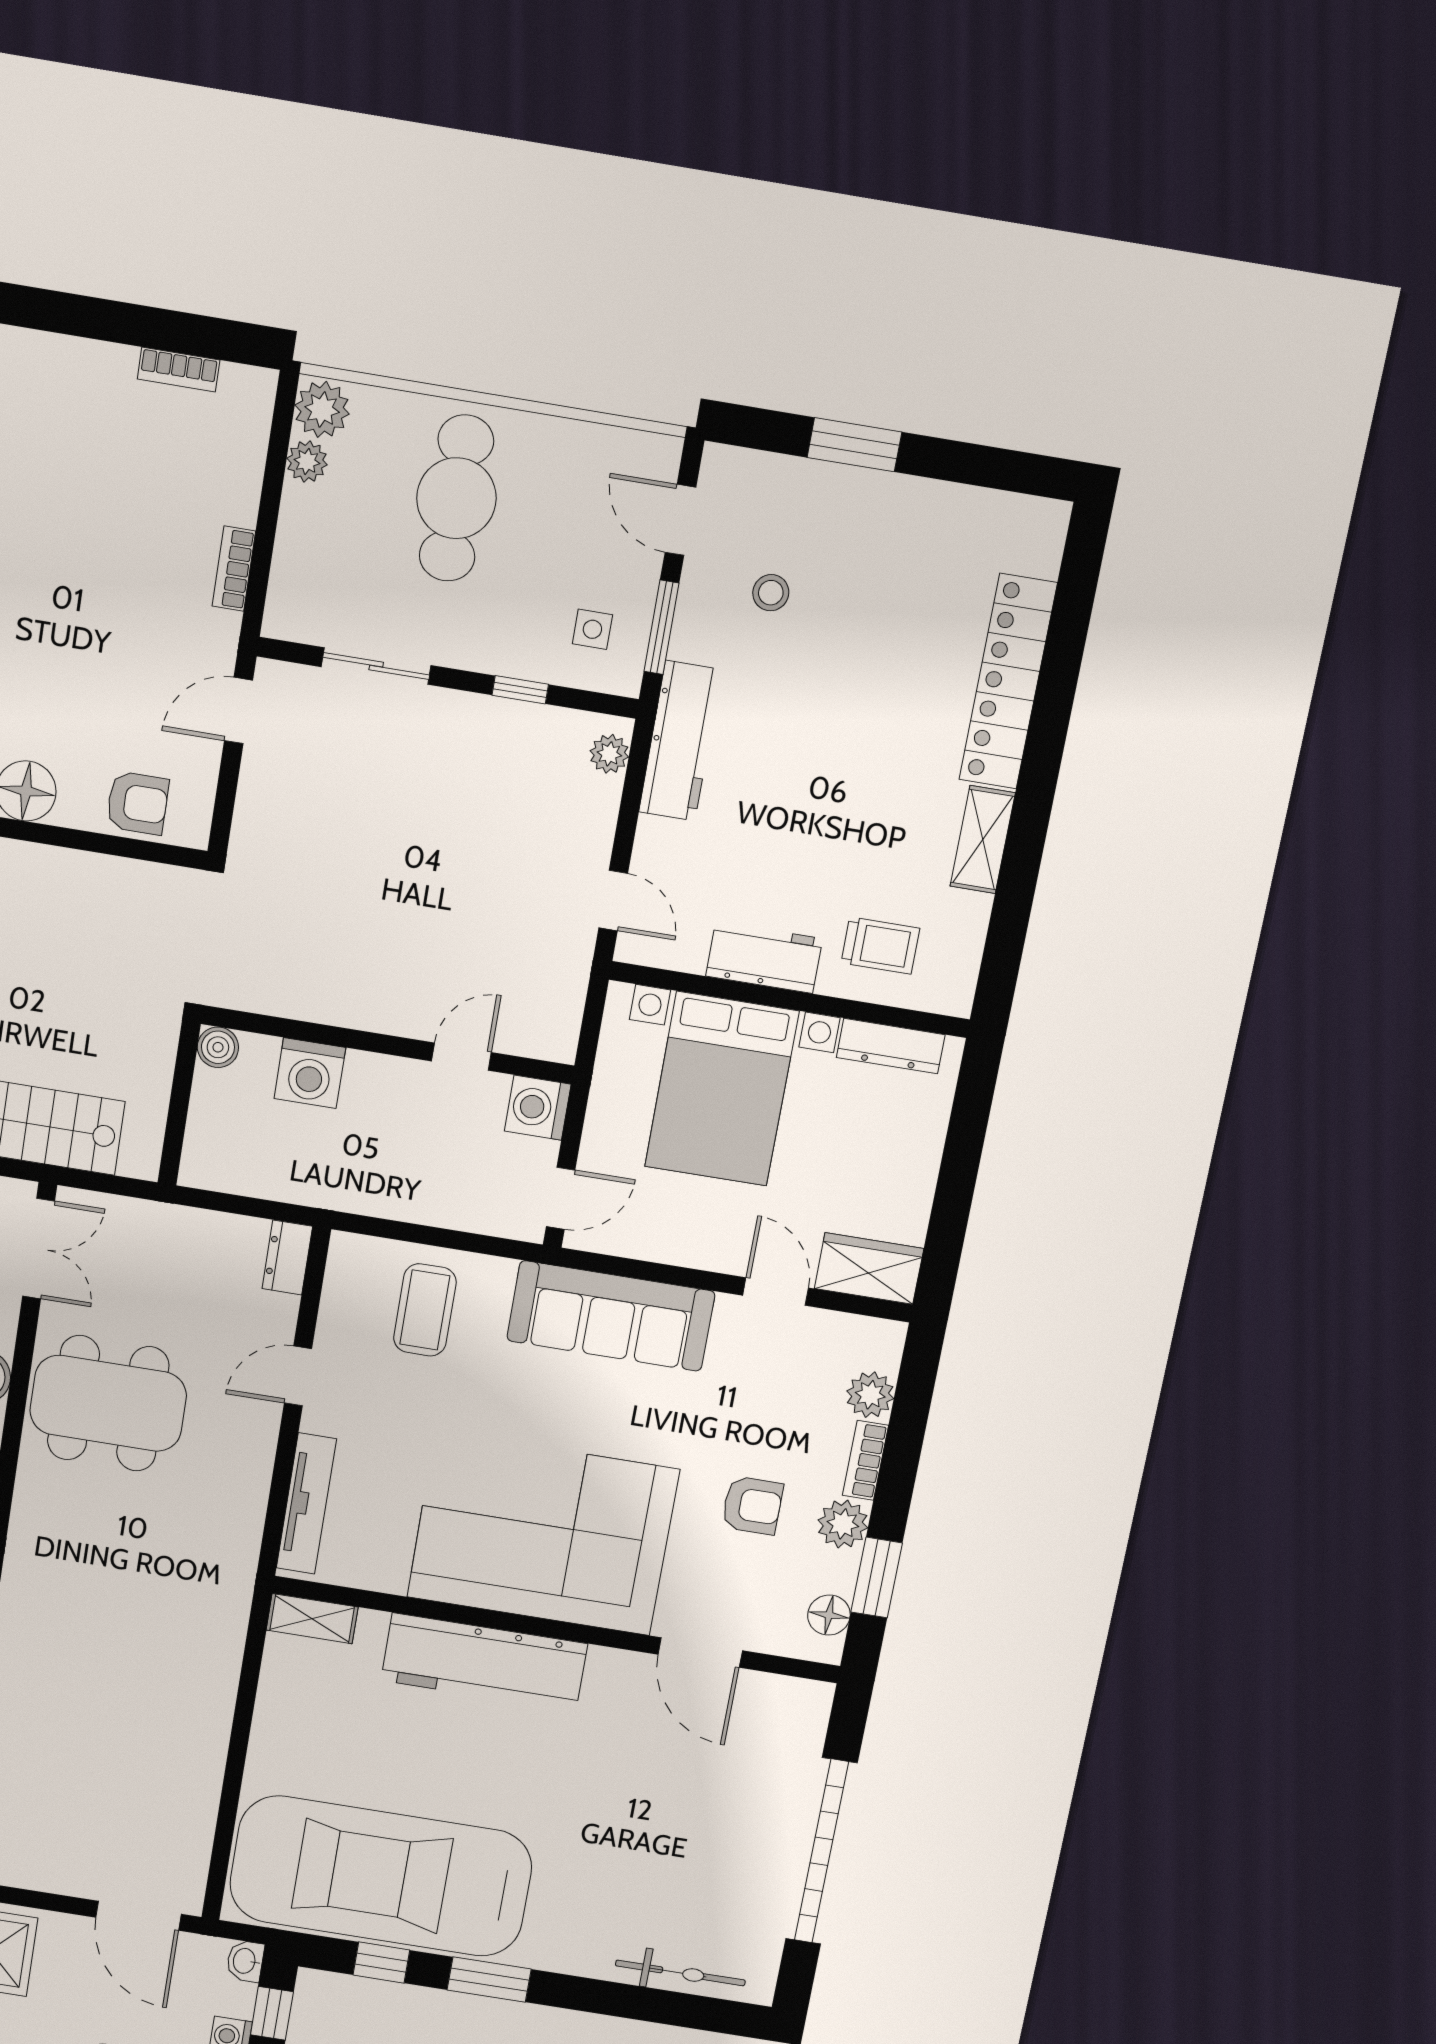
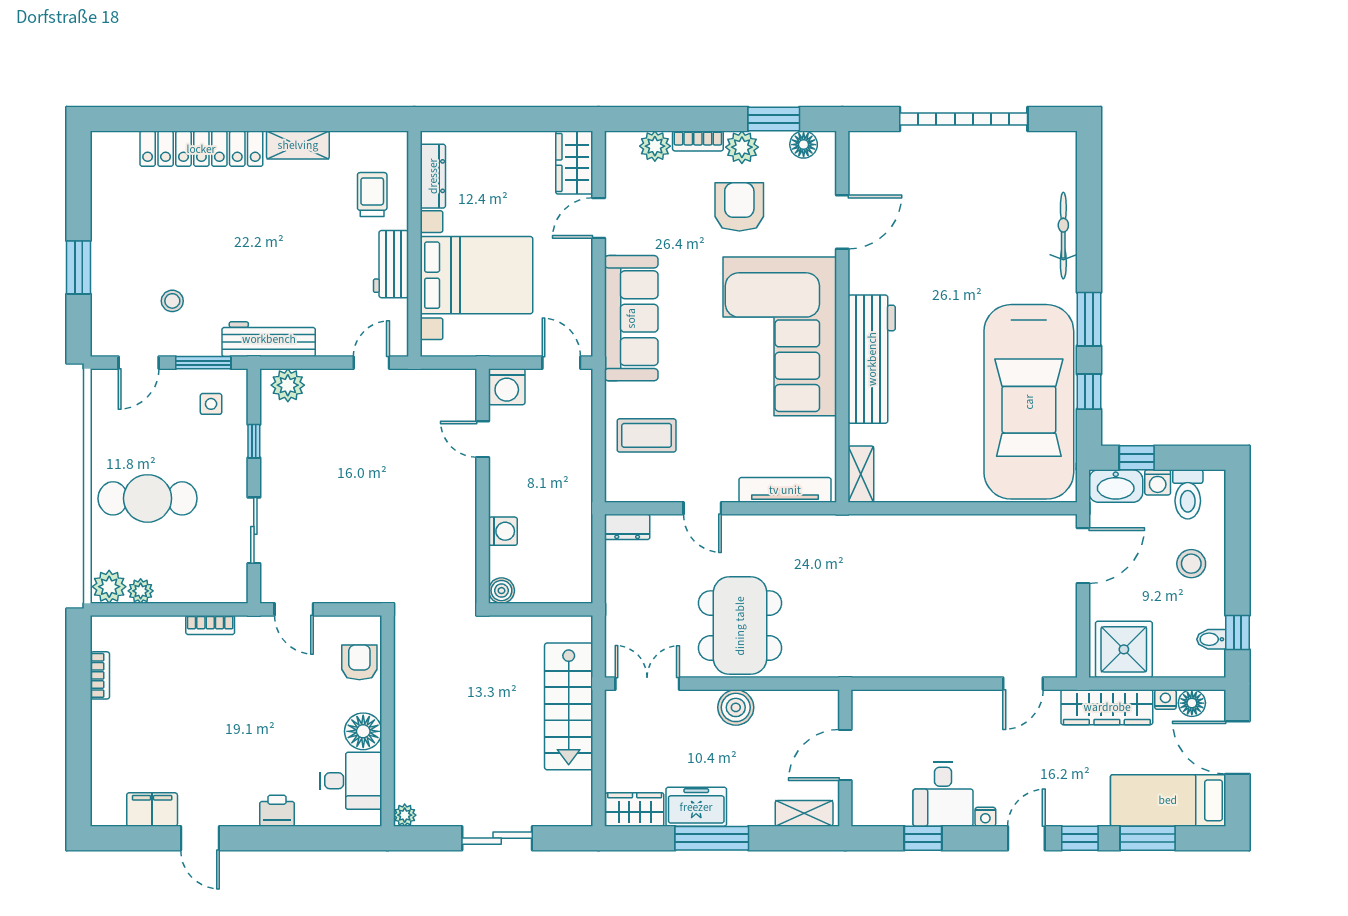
plant: (609, 754) -> (288, 385), width x1.38, depth x1.38
washing machine: (310, 1073) -> (503, 531), width x0.73, depth x0.73
armchair: (752, 1505) -> (739, 207), width x1.38, depth x1.38
washbasin: (245, 1961) -> (1116, 486), width x1.91, depth x1.45
bicycle: (680, 1973) -> (1063, 236), moved

